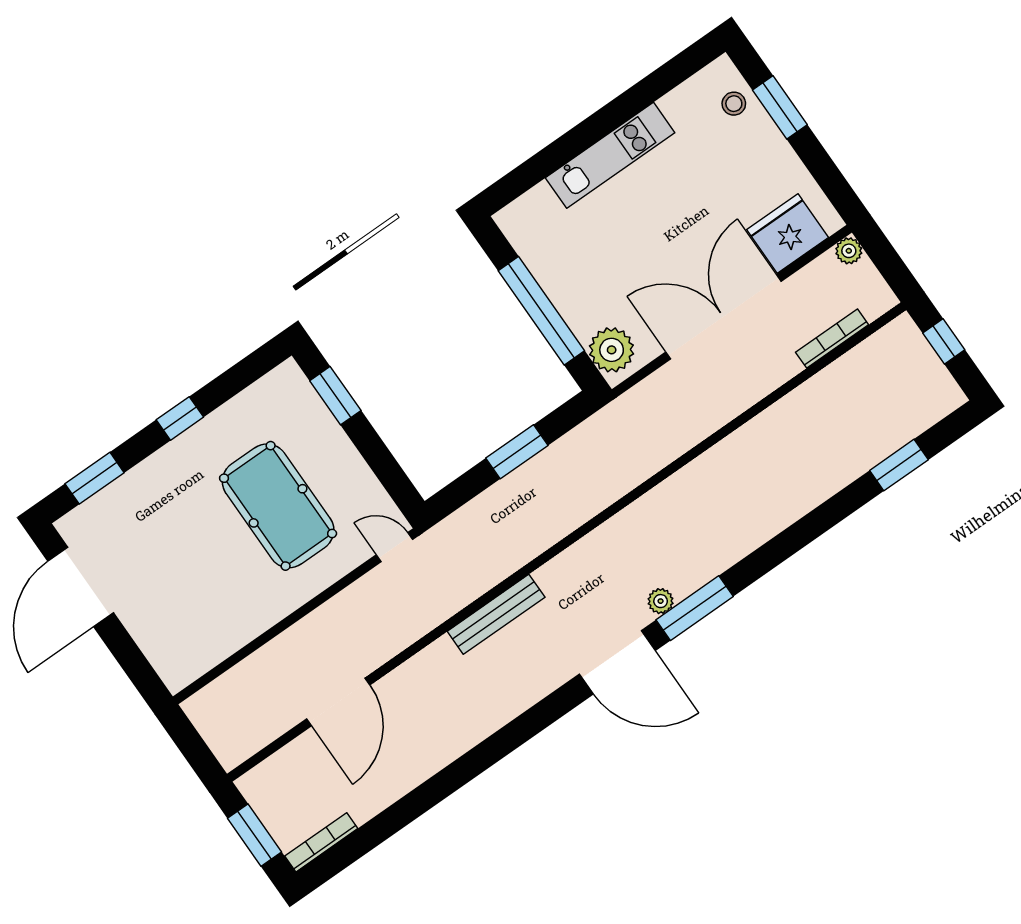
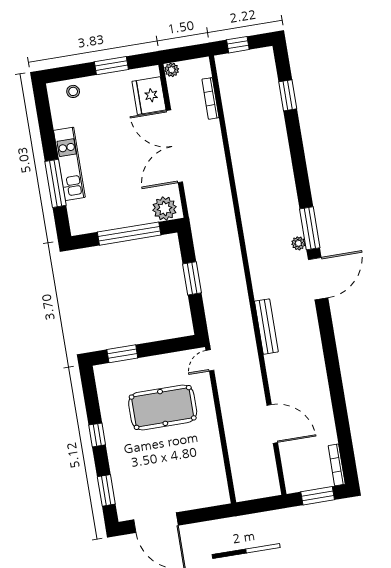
window: (780, 107) -> (111, 66), moved
window: (566, 148) -> (56, 183), added

